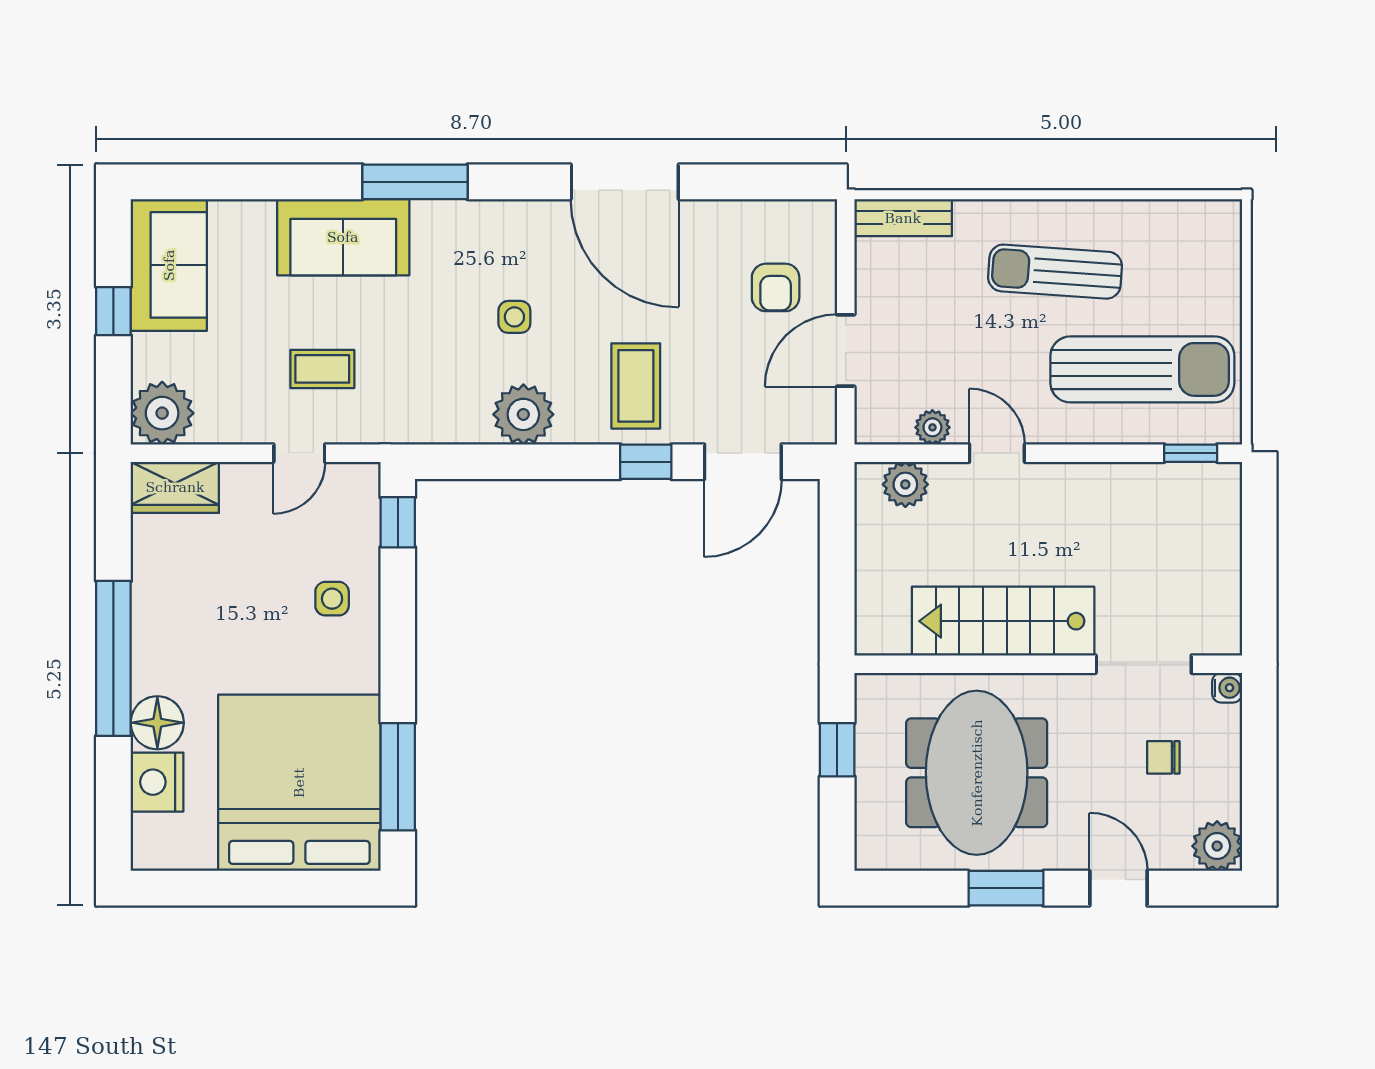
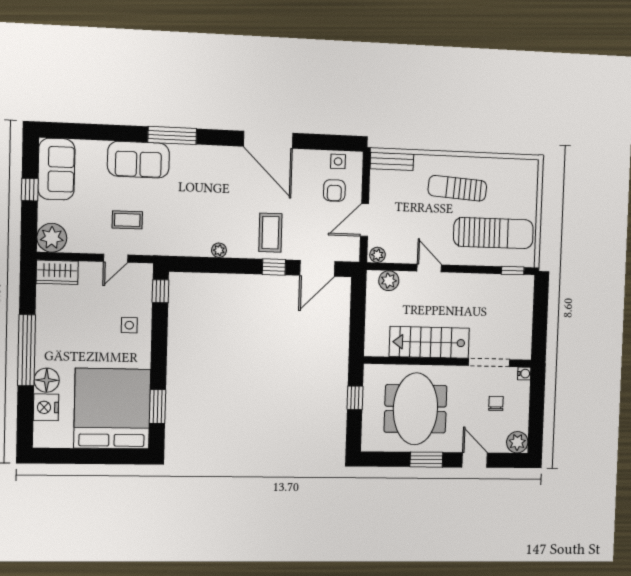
side table: (514, 317) -> (338, 161), moved
plant: (523, 414) -> (219, 250), width x0.53, depth x0.53
plant: (932, 427) -> (378, 255), moved
chair: (1163, 757) -> (496, 403), turned 90
window: (398, 777) -> (158, 407), width x0.69

